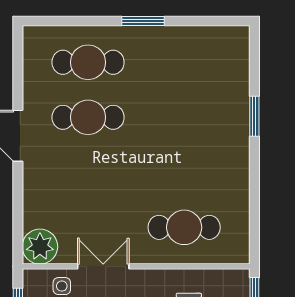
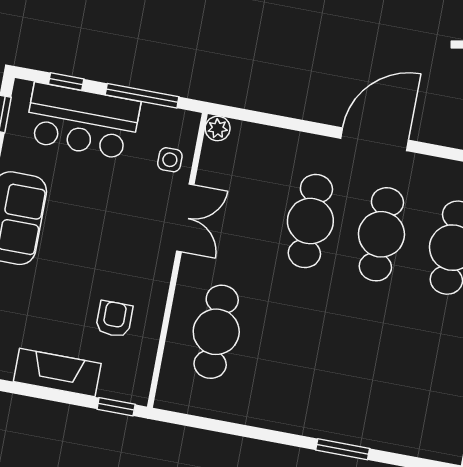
cafe table: (88, 172) -> (310, 221), added
plant: (40, 247) -> (218, 128), width x0.53, depth x0.53

